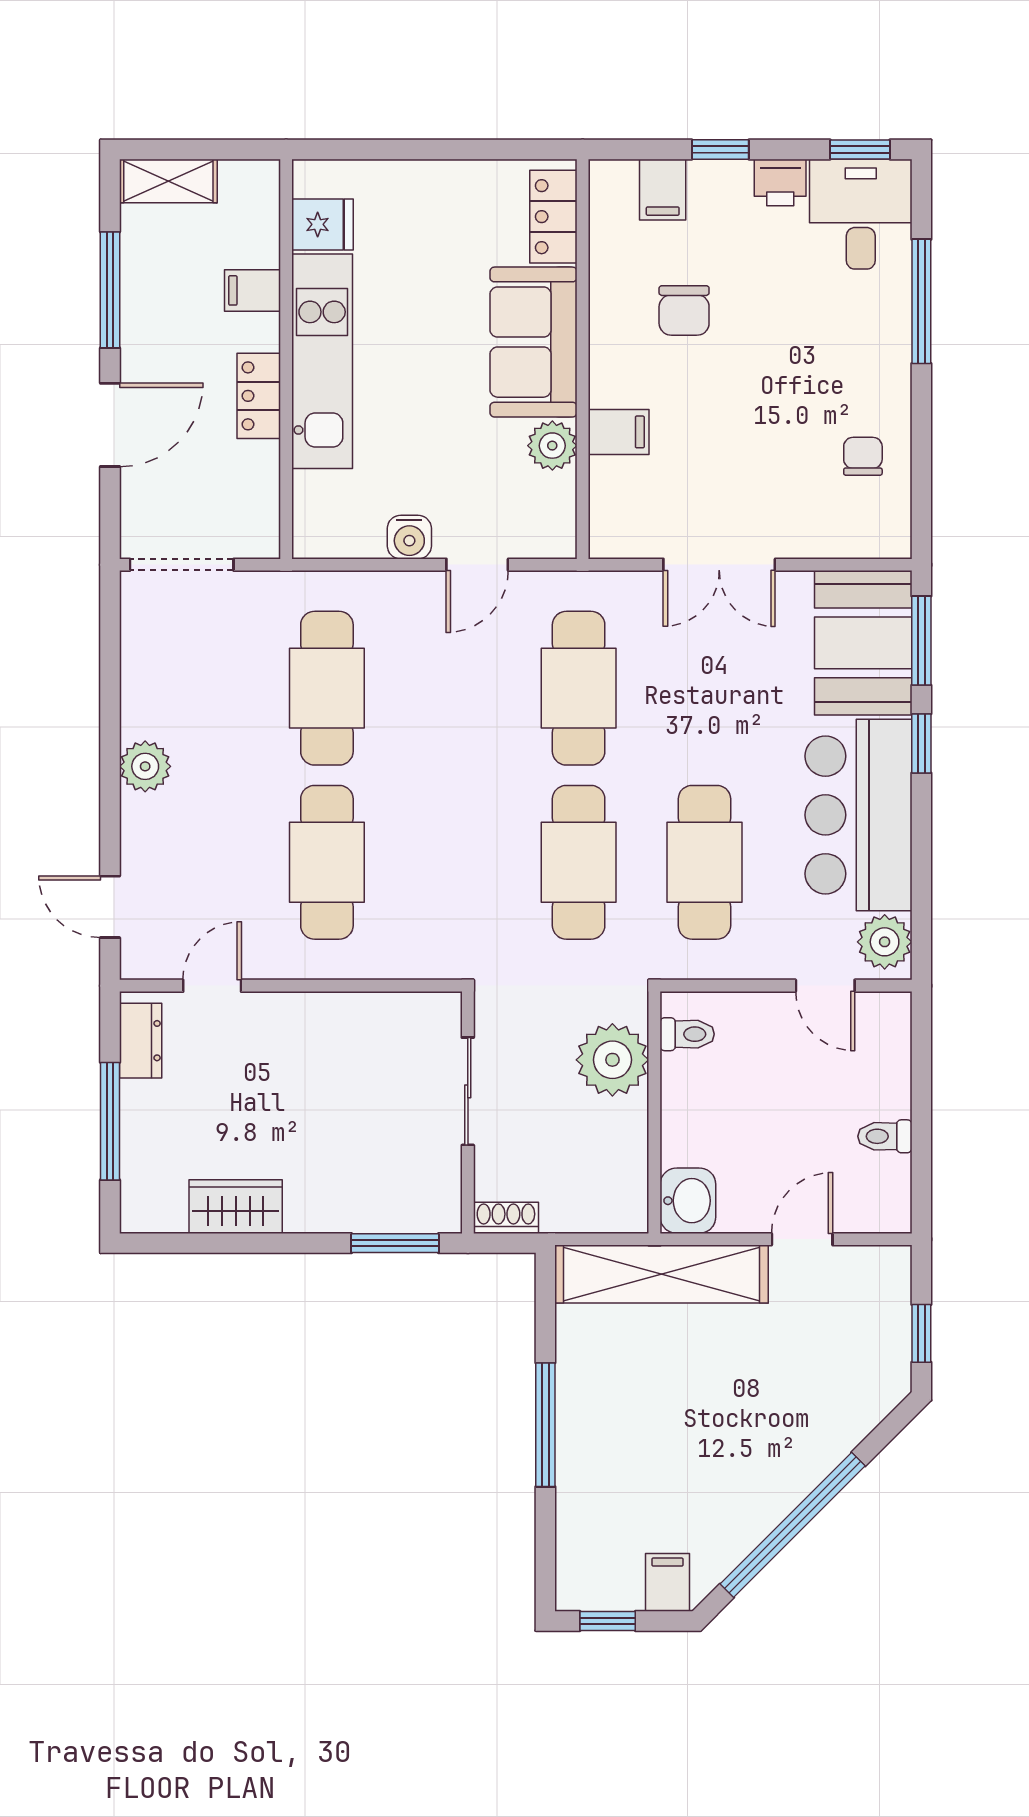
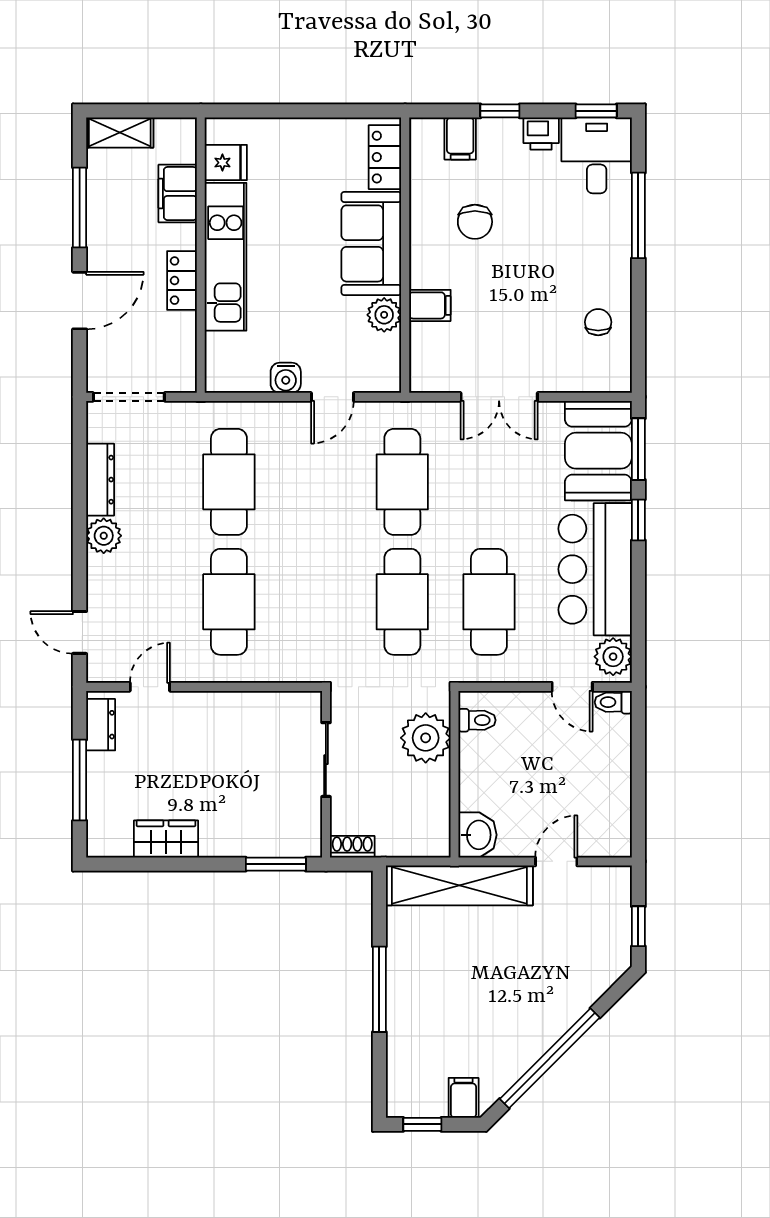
filing cabinet: (252, 290) -> (178, 194), width x2.00
dresser: (140, 685) -> (100, 480), added
toilet: (885, 1136) -> (613, 702), moved

